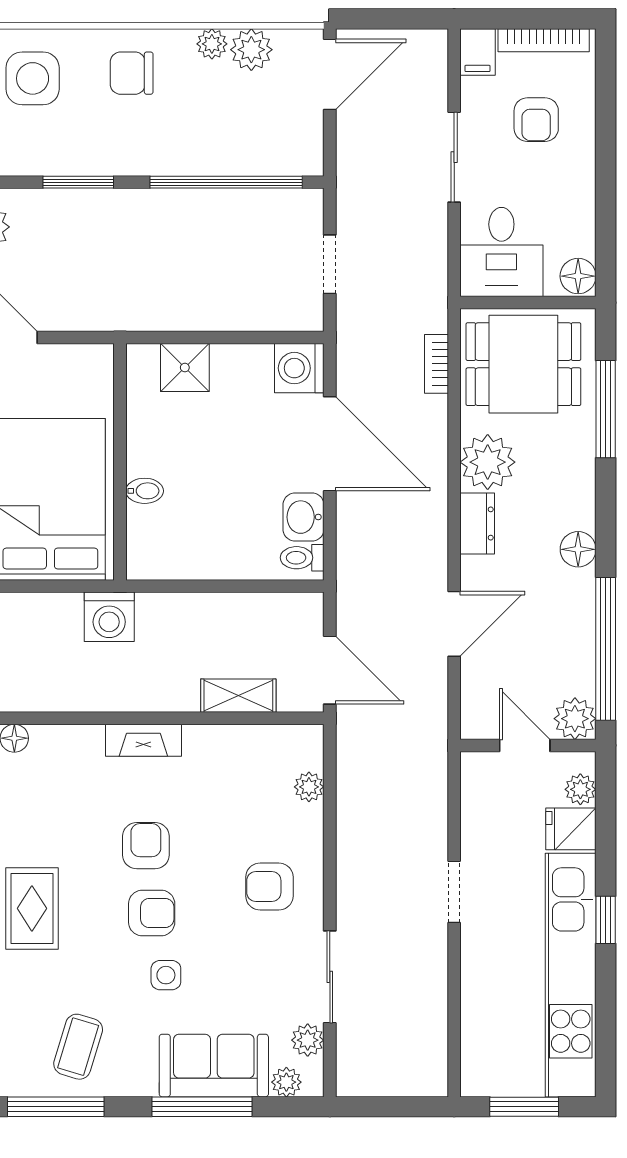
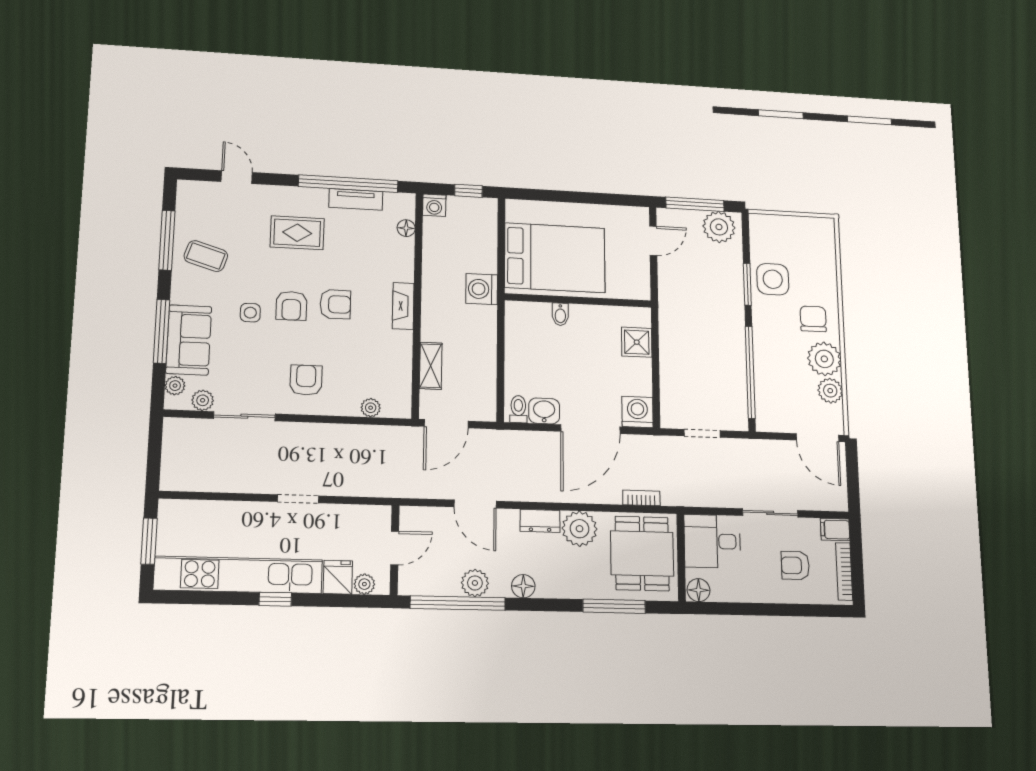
plant: (212, 44) -> (824, 359), width x1.88, depth x1.88
side table: (33, 78) -> (773, 279), moved
plant: (575, 719) -> (475, 583), moved

